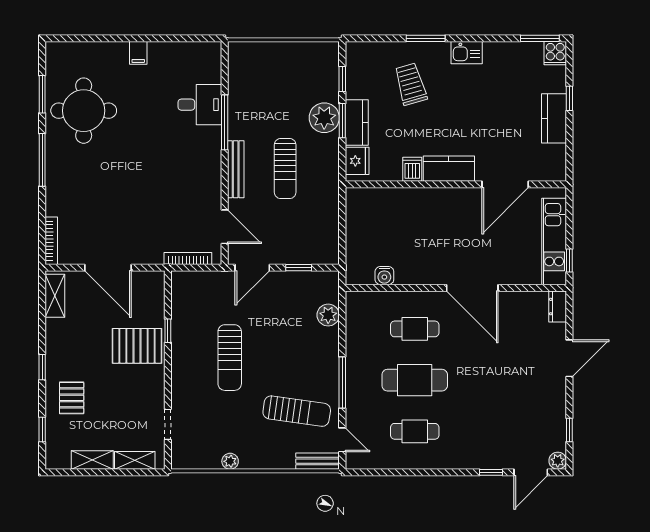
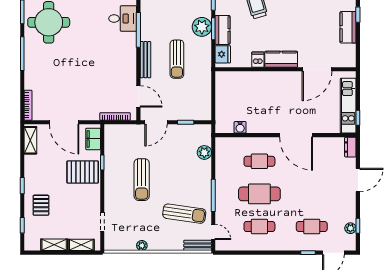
filing cabinet: (153, 294) -> (93, 139), added
cafe table: (497, 431) -> (312, 226), added
plant: (558, 461) -> (350, 228), moved

